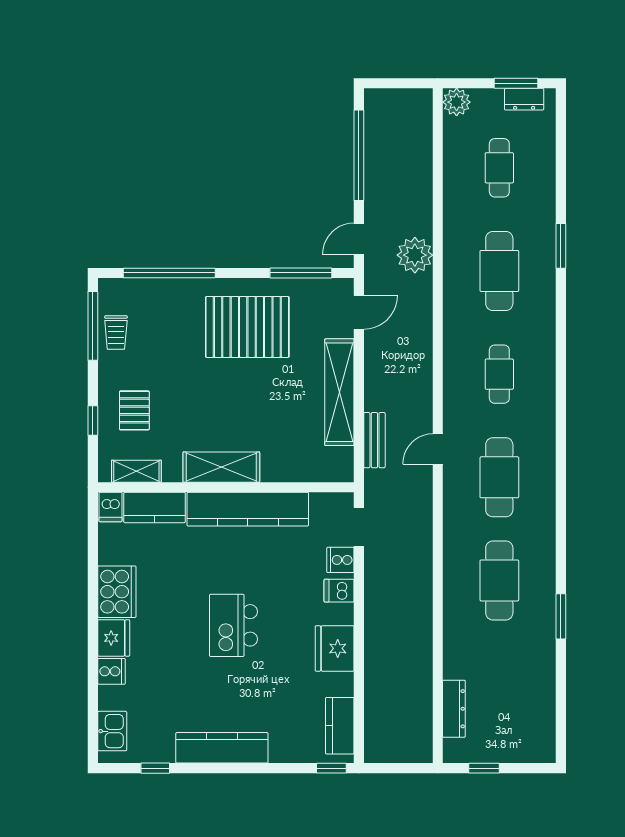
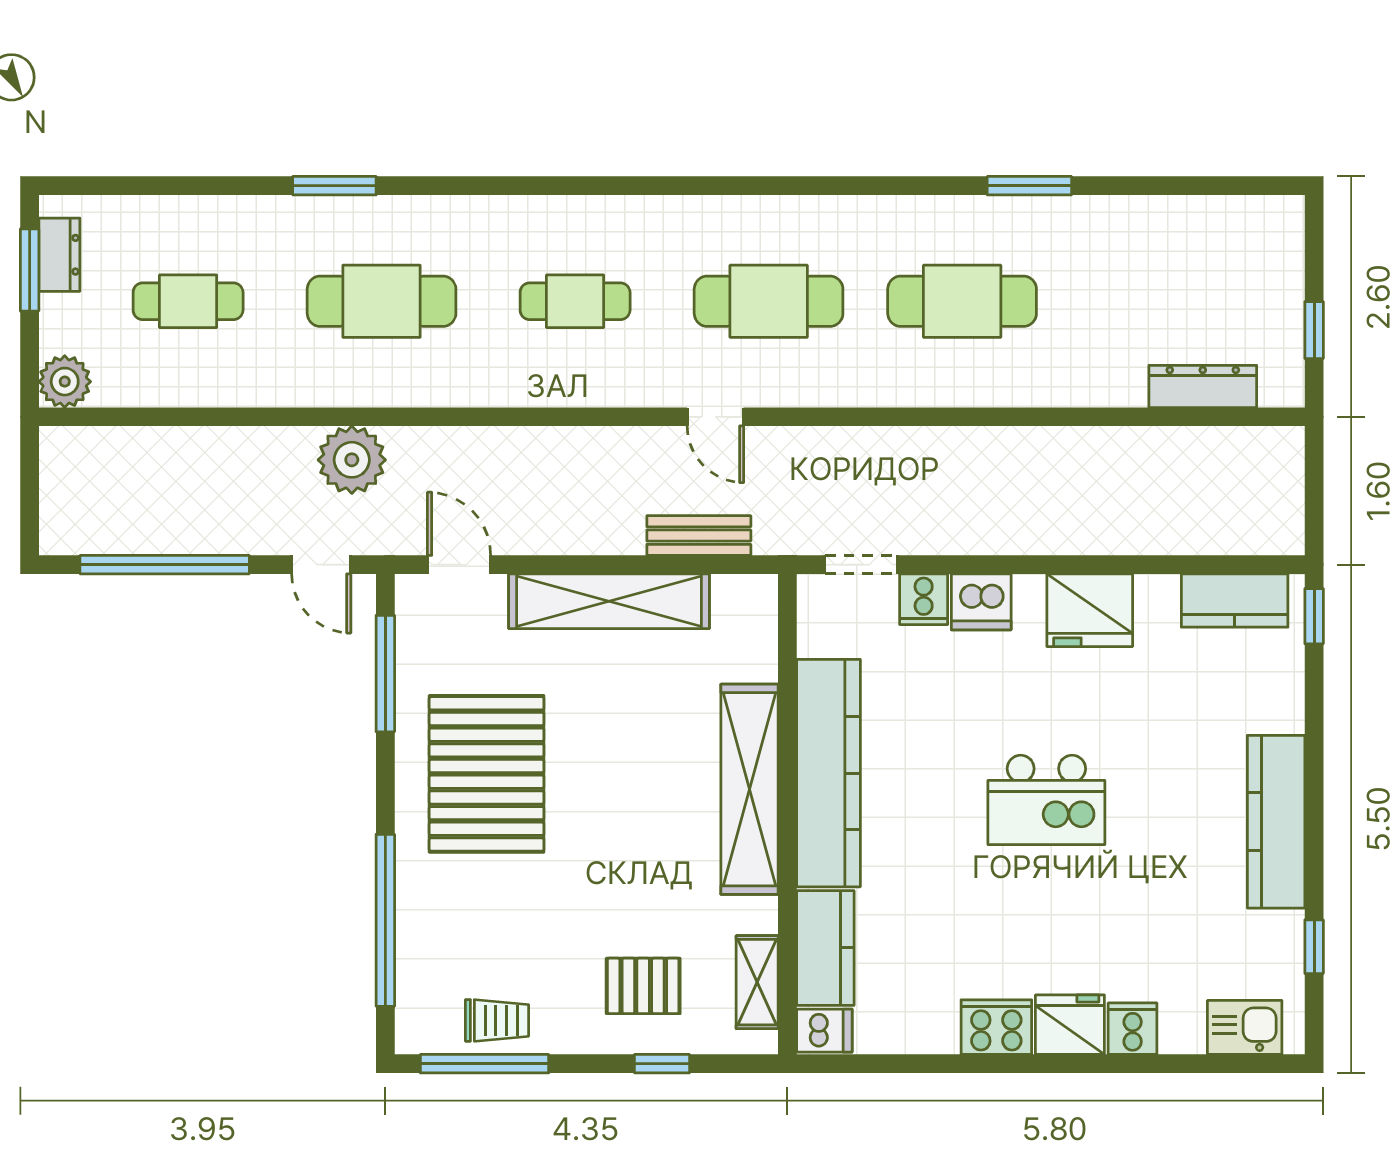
shelving: (221, 467) -> (749, 789), width x1.47
dishwasher: (339, 591) -> (981, 602), width x1.38
cooker: (117, 592) -> (996, 1027), width x0.73, depth x0.76

